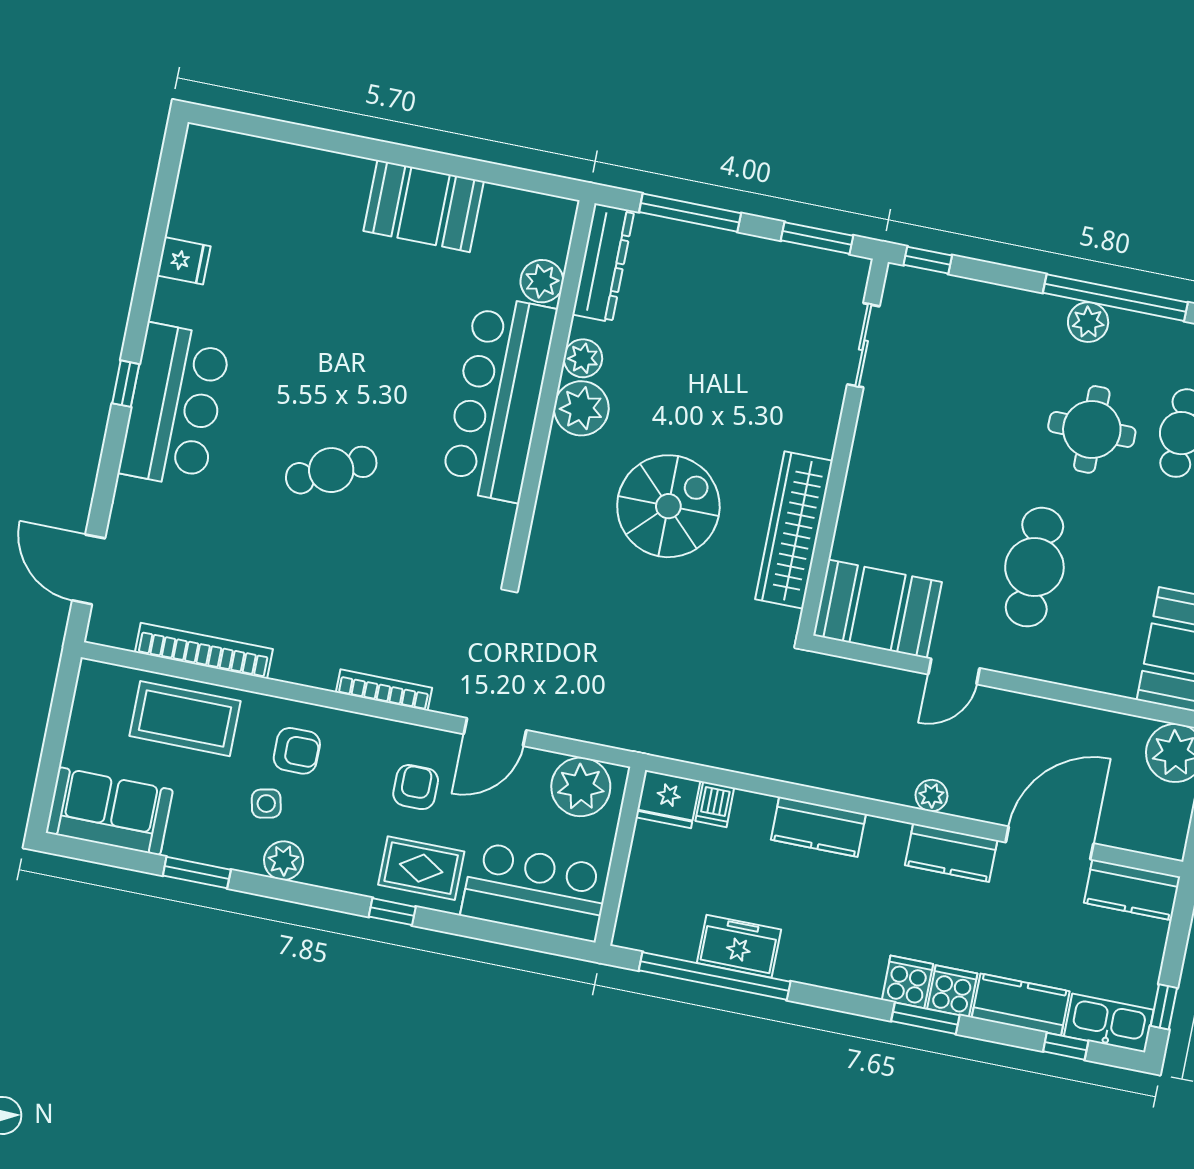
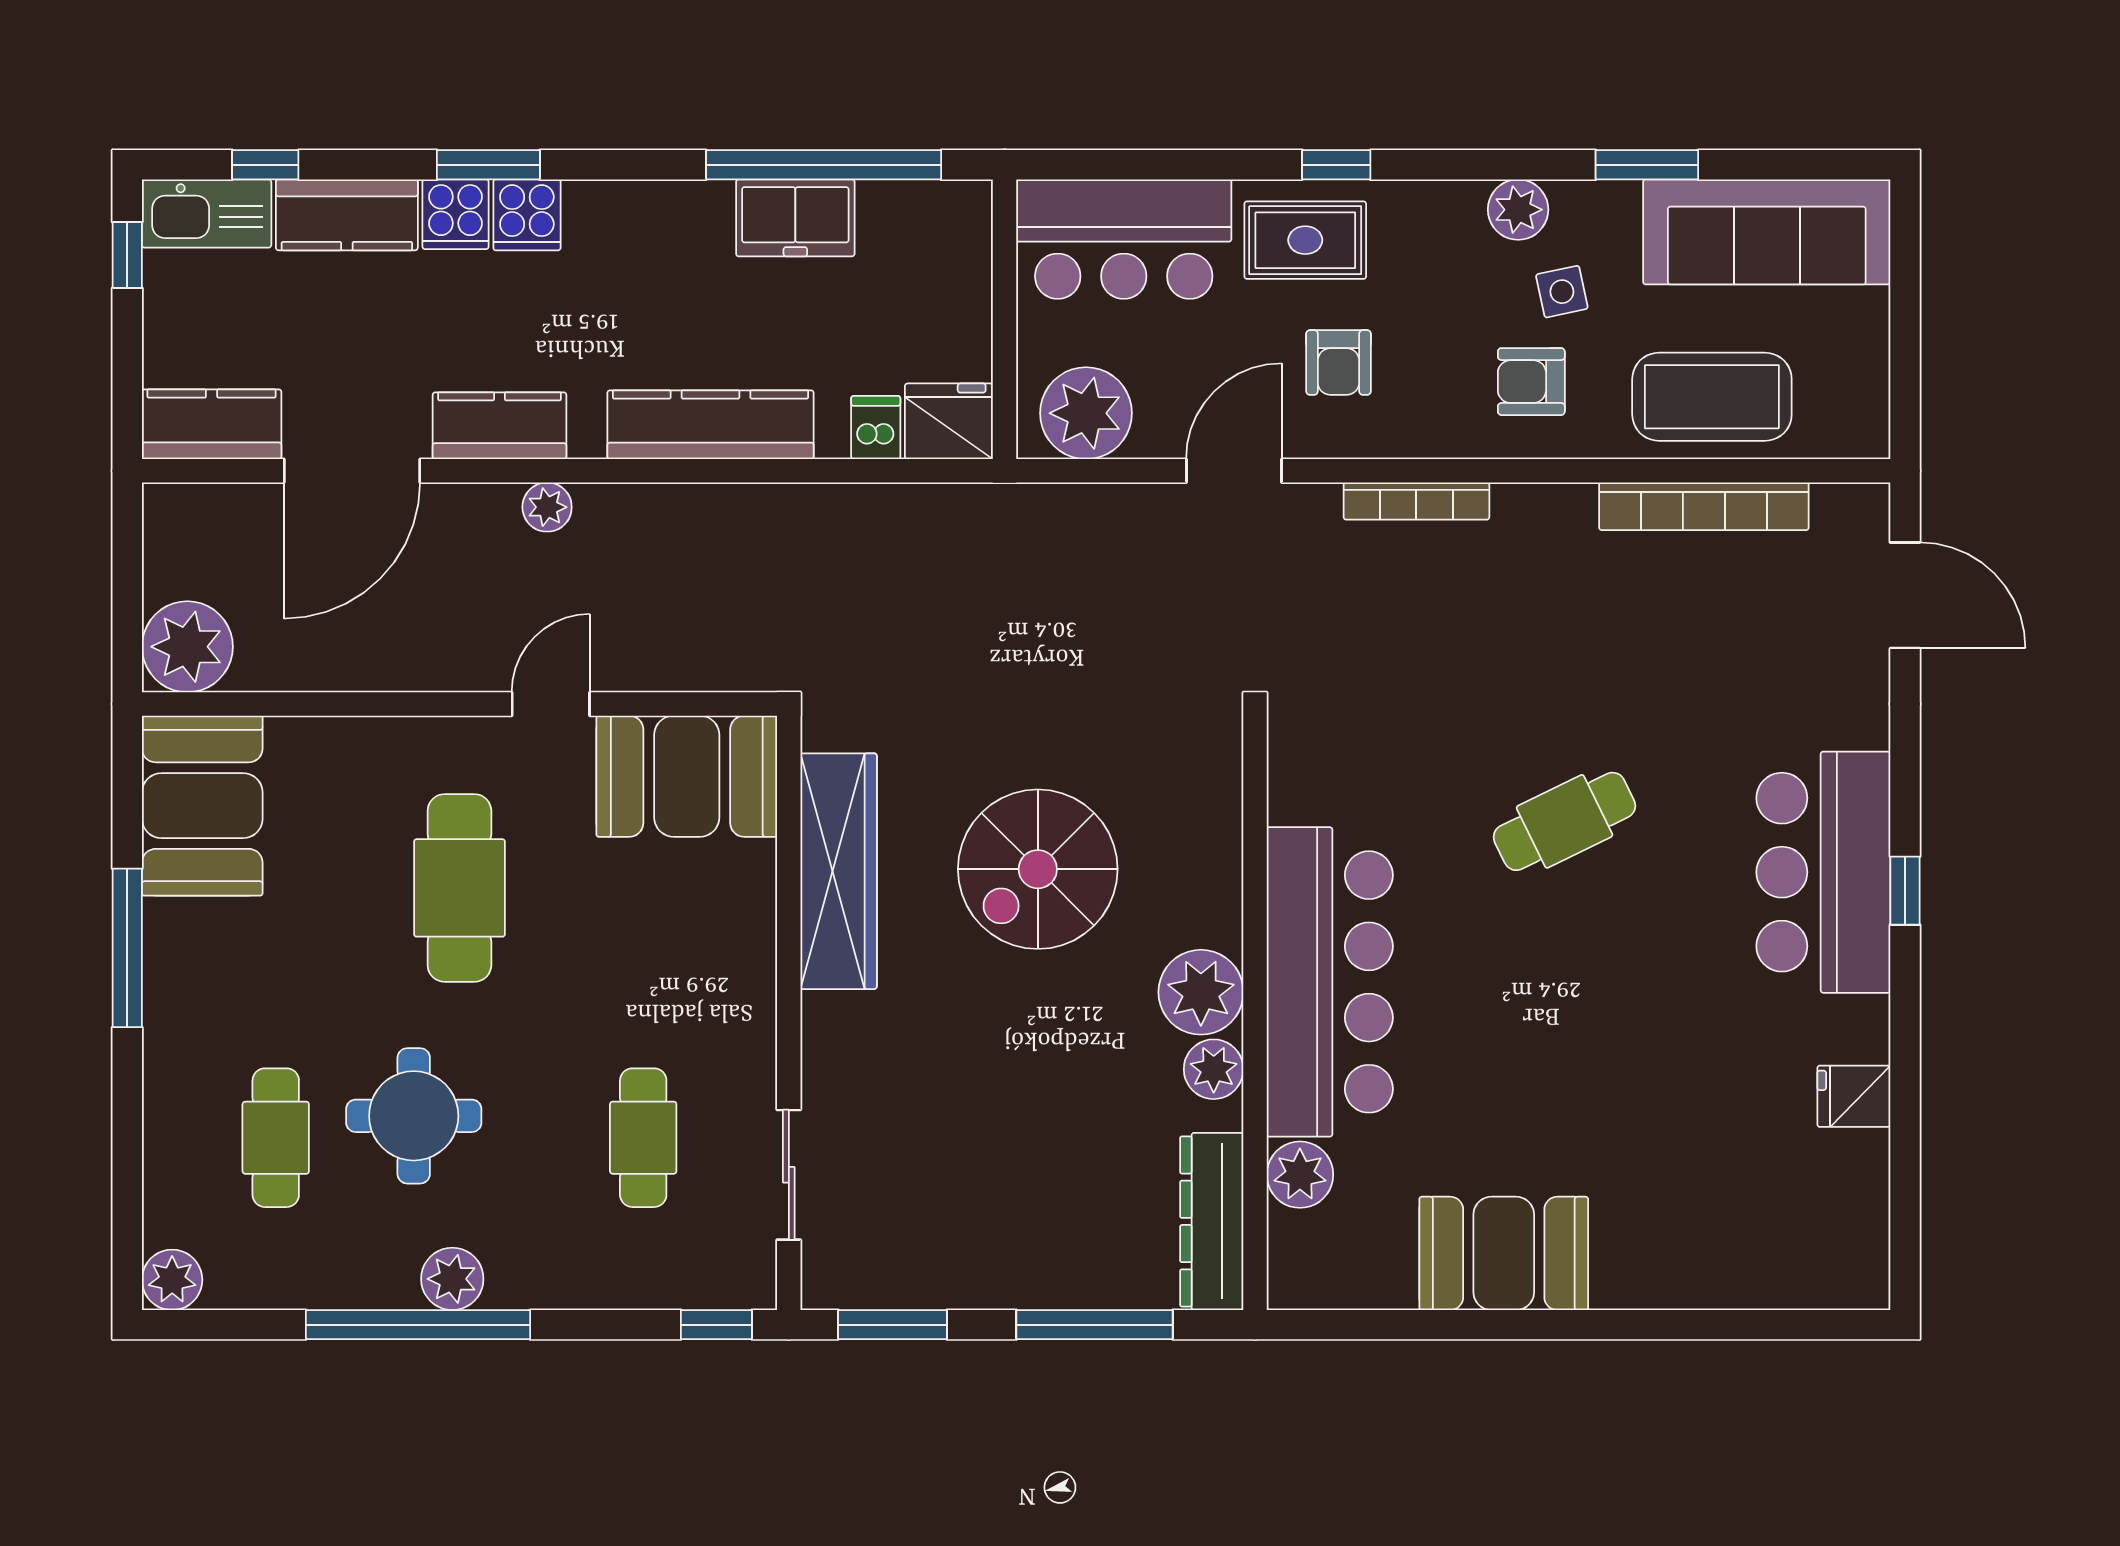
cafe table: (950, 387) -> (643, 1138), added
sofa: (109, 811) -> (1767, 232), width x1.36
kitchen counter: (818, 827) -> (710, 425), width x1.50

